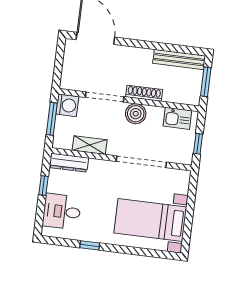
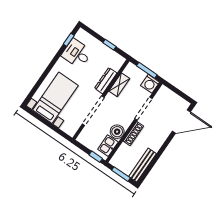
boiler: (136, 114) -> (117, 132), moved
window: (198, 144) -> (96, 157), moved
dresser: (69, 163) -> (106, 81), moved
desk: (62, 212) -> (77, 53), moved, turned -90
window: (90, 245) -> (69, 40), moved

